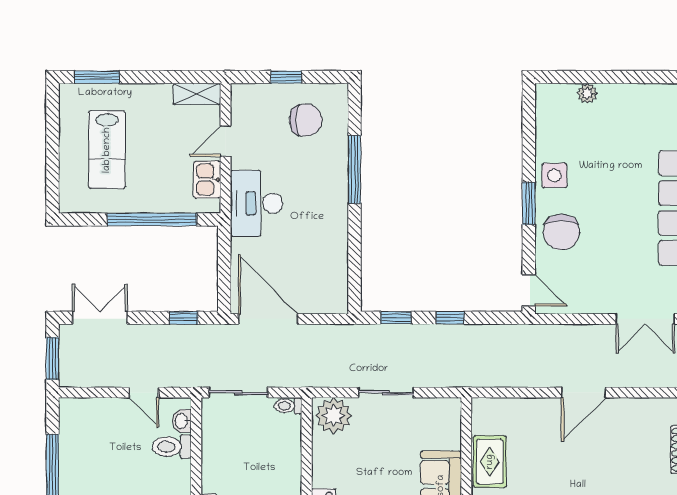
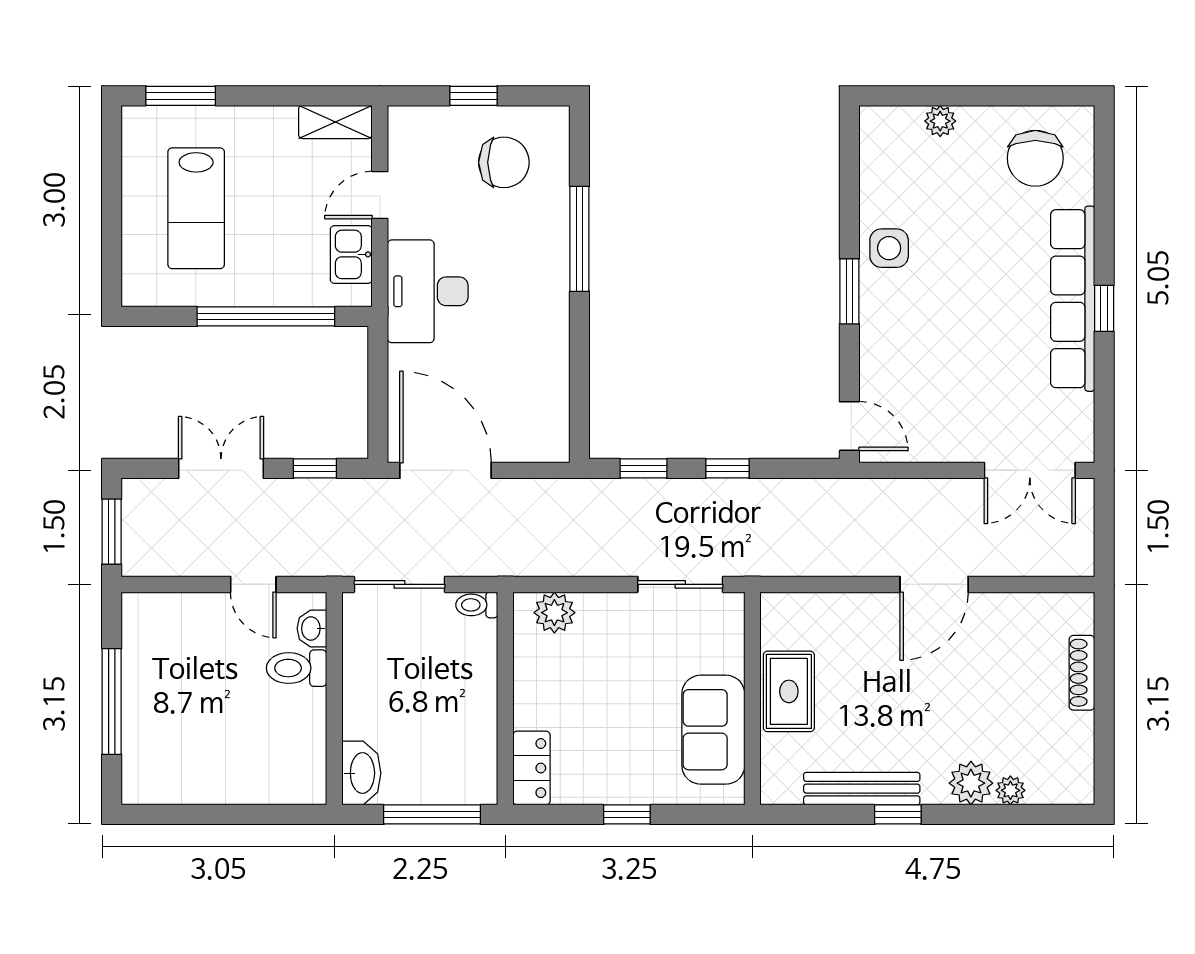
chair: (561, 232) -> (1035, 158), moved
double door: (100, 318) -> (221, 468), moved
sliding door: (386, 393) -> (680, 584), moved
plant: (334, 416) -> (554, 613), width x0.73, depth x0.73

